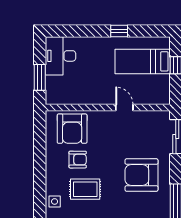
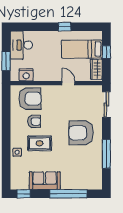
wardrobe: (162, 89) -> (96, 69), added
nightstand: (67, 96) -> (26, 75), added
armchair: (72, 129) -> (30, 99), turned -90

